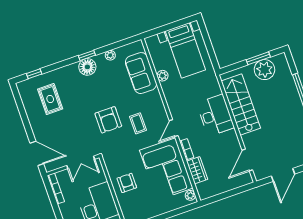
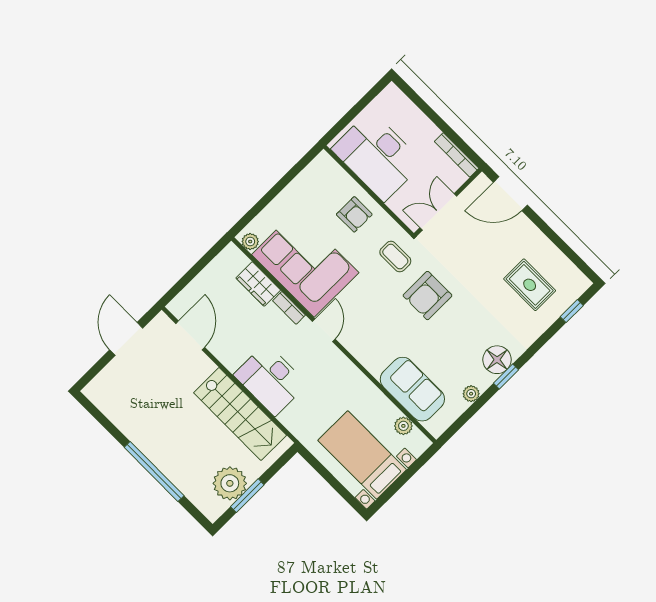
plant: (162, 76) -> (403, 426), moved
armchair: (108, 120) -> (428, 296), turned -90
coffee table: (138, 123) -> (395, 257), moved

